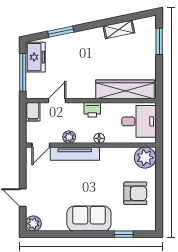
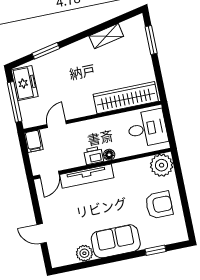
printer: (92, 110) -> (94, 156), moved, turned 180
plant: (69, 137) -> (77, 160), removed
plant: (33, 224) -> (84, 253), moved

